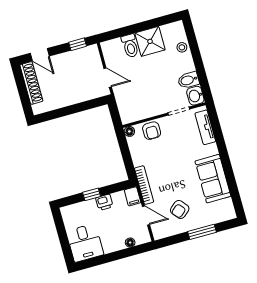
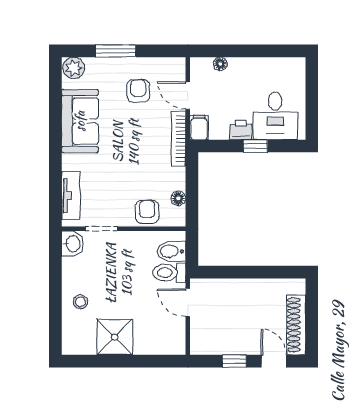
window: (78, 44) -> (234, 361), moved
toilet: (130, 46) -> (169, 273), moved, turned -90
stool: (182, 47) -> (80, 302), moved
bidet: (189, 80) -> (171, 251), moved, turned 180
floor lamp: (129, 131) -> (178, 198), moved
armchair: (180, 209) -> (138, 91), turned -52
plant: (227, 213) -> (74, 68), added
desk: (85, 243) -> (275, 116), moved, turned 180

